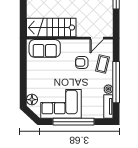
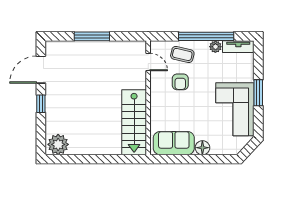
sofa: (45, 48) -> (174, 143), moved, turned -90
floor lamp: (32, 100) -> (202, 148), moved
window: (74, 122) -> (258, 93), width x0.47

